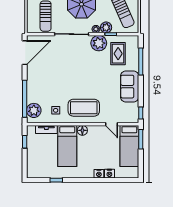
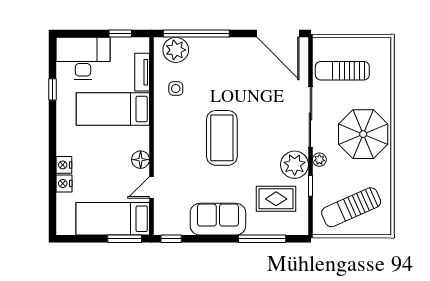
plant: (106, 27) -> (322, 178), removed
coffee table: (84, 108) -> (222, 138), moved
floor lamp: (82, 130) -> (141, 160), moved
desk: (39, 163) -> (83, 58), added

